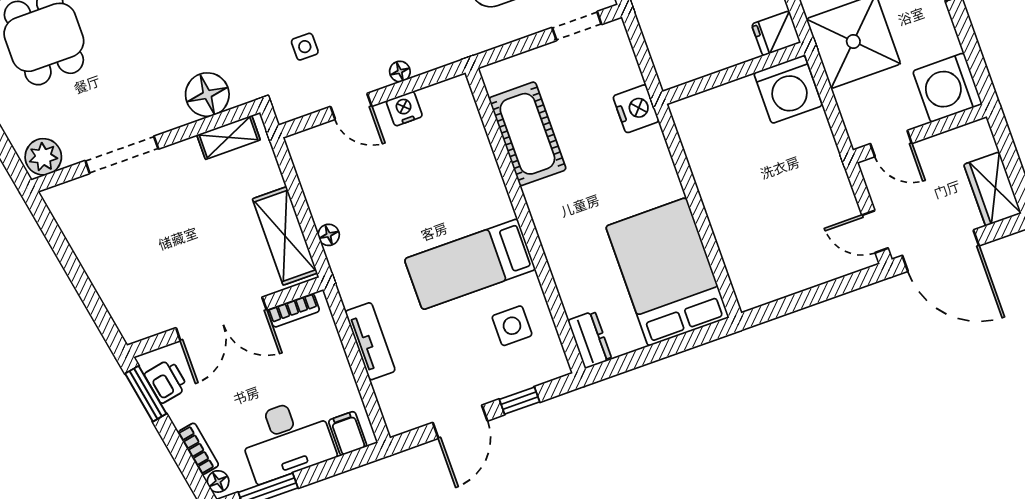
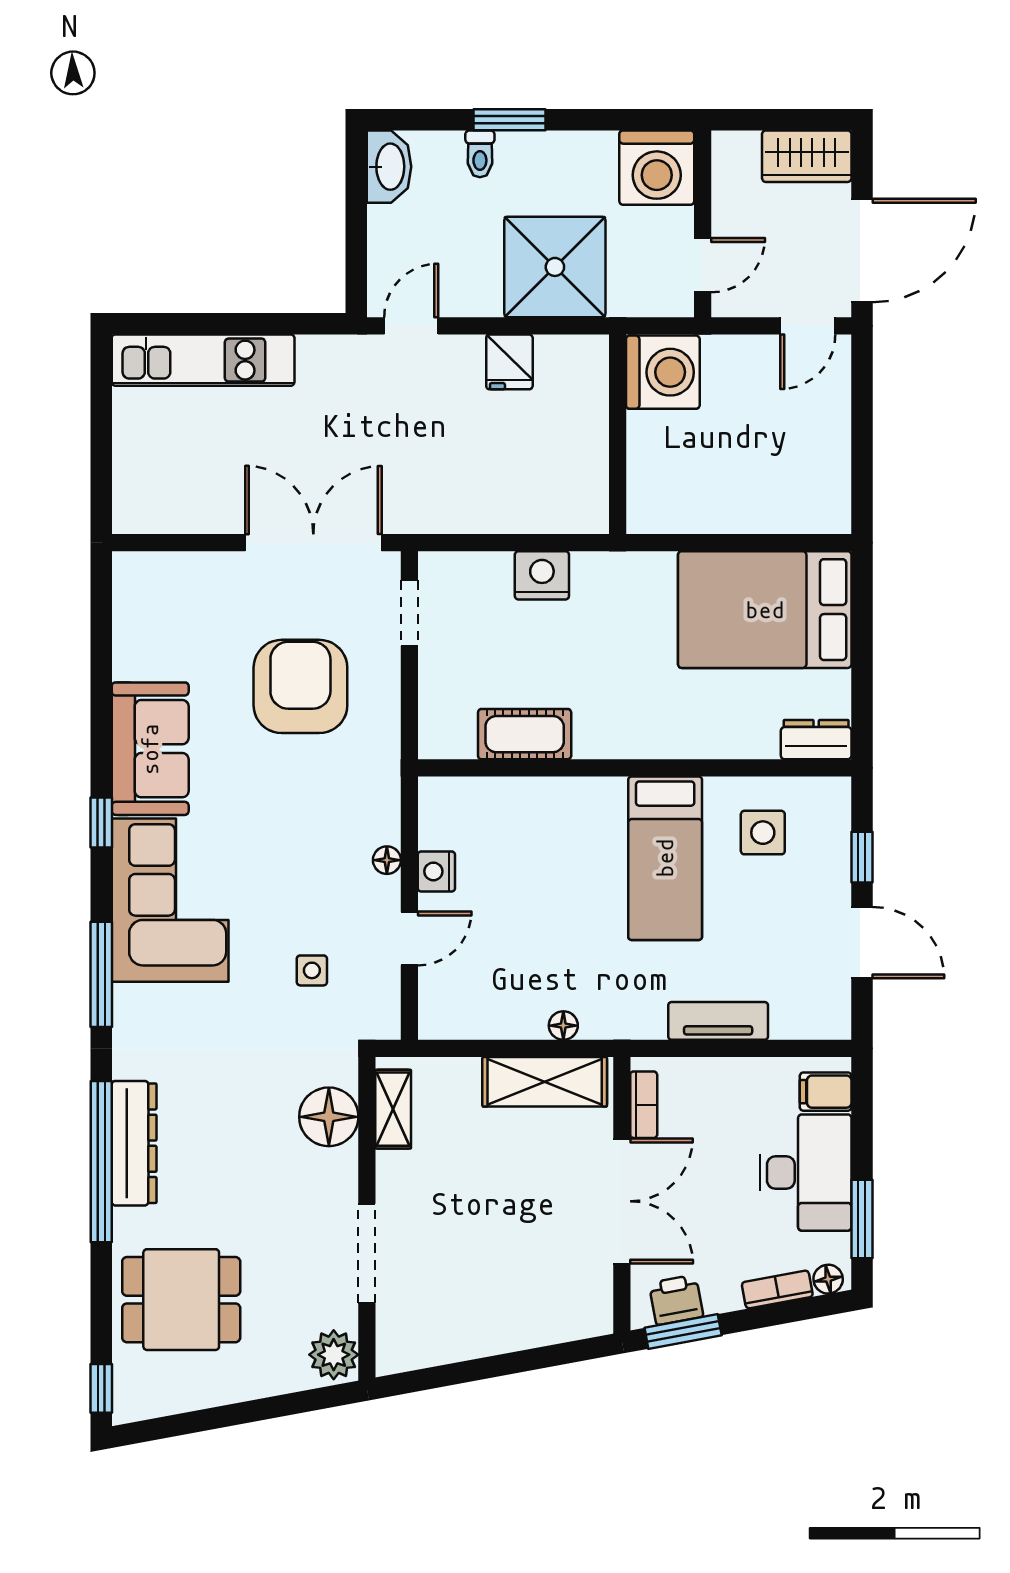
wall: (734, 73) -> (618, 434), moved
washing machine: (788, 89) -> (663, 372), moved
cot: (527, 134) -> (525, 734), width x0.73, depth x0.75

